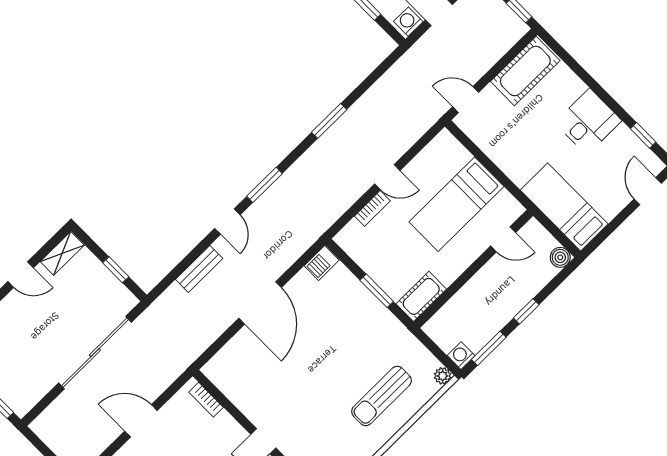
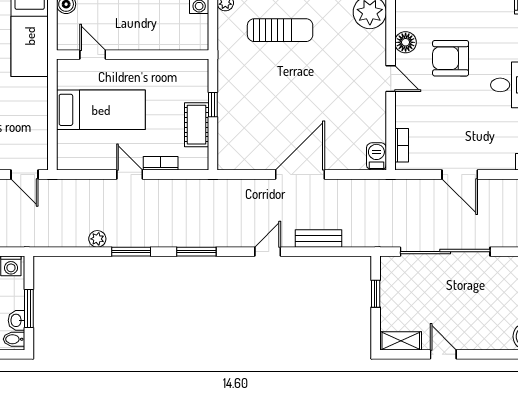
plant: (364, 105) -> (97, 239), added
window: (264, 185) -> (196, 252), moved
barbecue: (322, 263) -> (376, 156), moved, turned -90
window: (377, 291) -> (213, 105), width x0.67
cot: (421, 296) -> (197, 125), moved, turned 90

